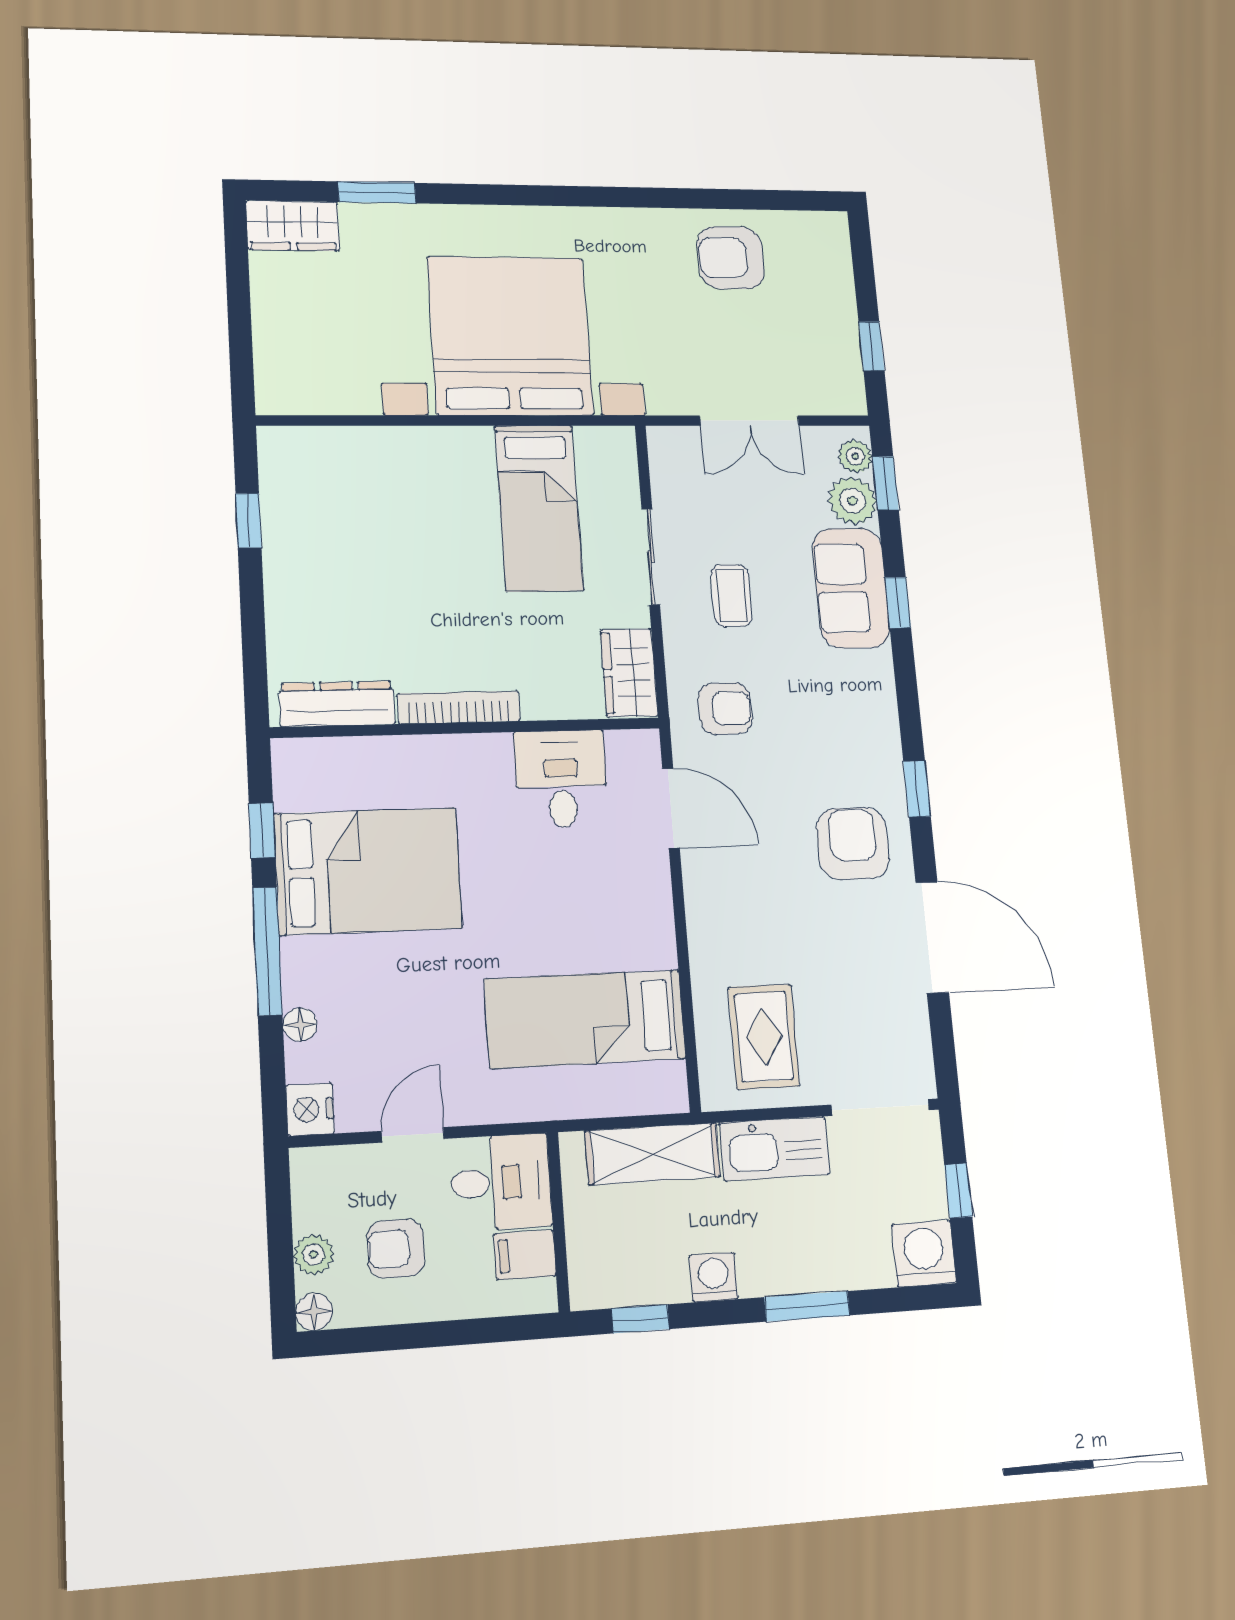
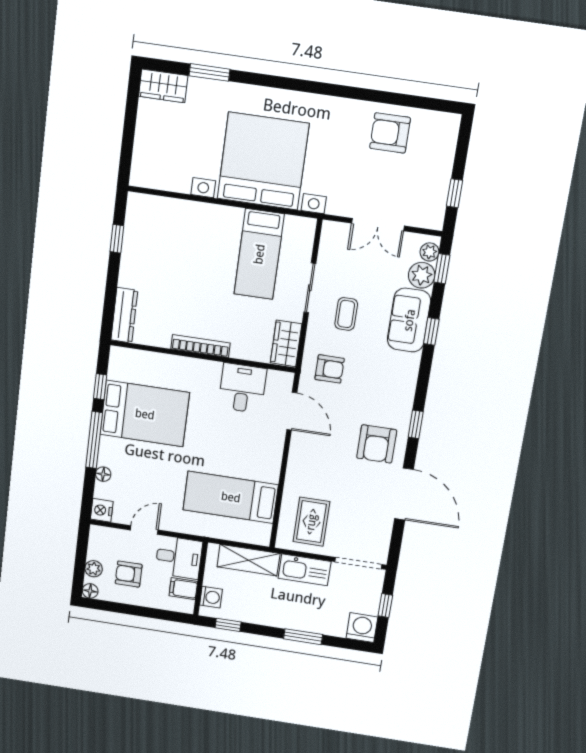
dresser: (337, 704) -> (124, 315), moved, turned 90
armchair: (853, 843) -> (377, 444), turned 180
washing machine: (714, 1277) -> (211, 597), moved, turned 90

